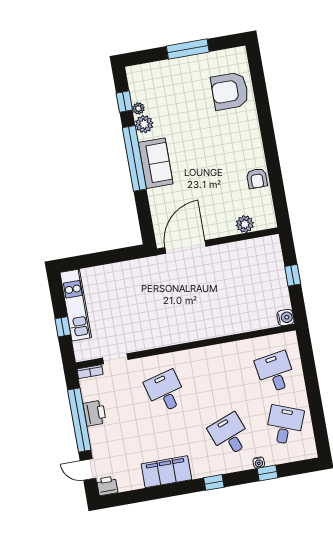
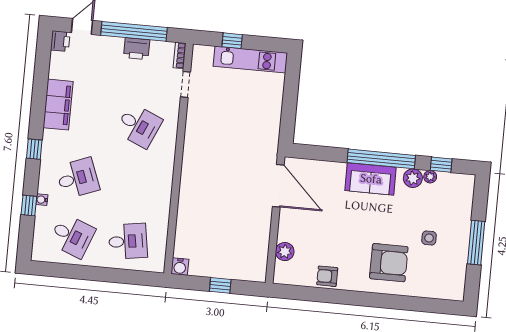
armchair: (230, 91) -> (389, 263), moved, turned 90
side table: (195, 94) -> (429, 238), added
desk: (165, 391) -> (139, 126), turned 39

